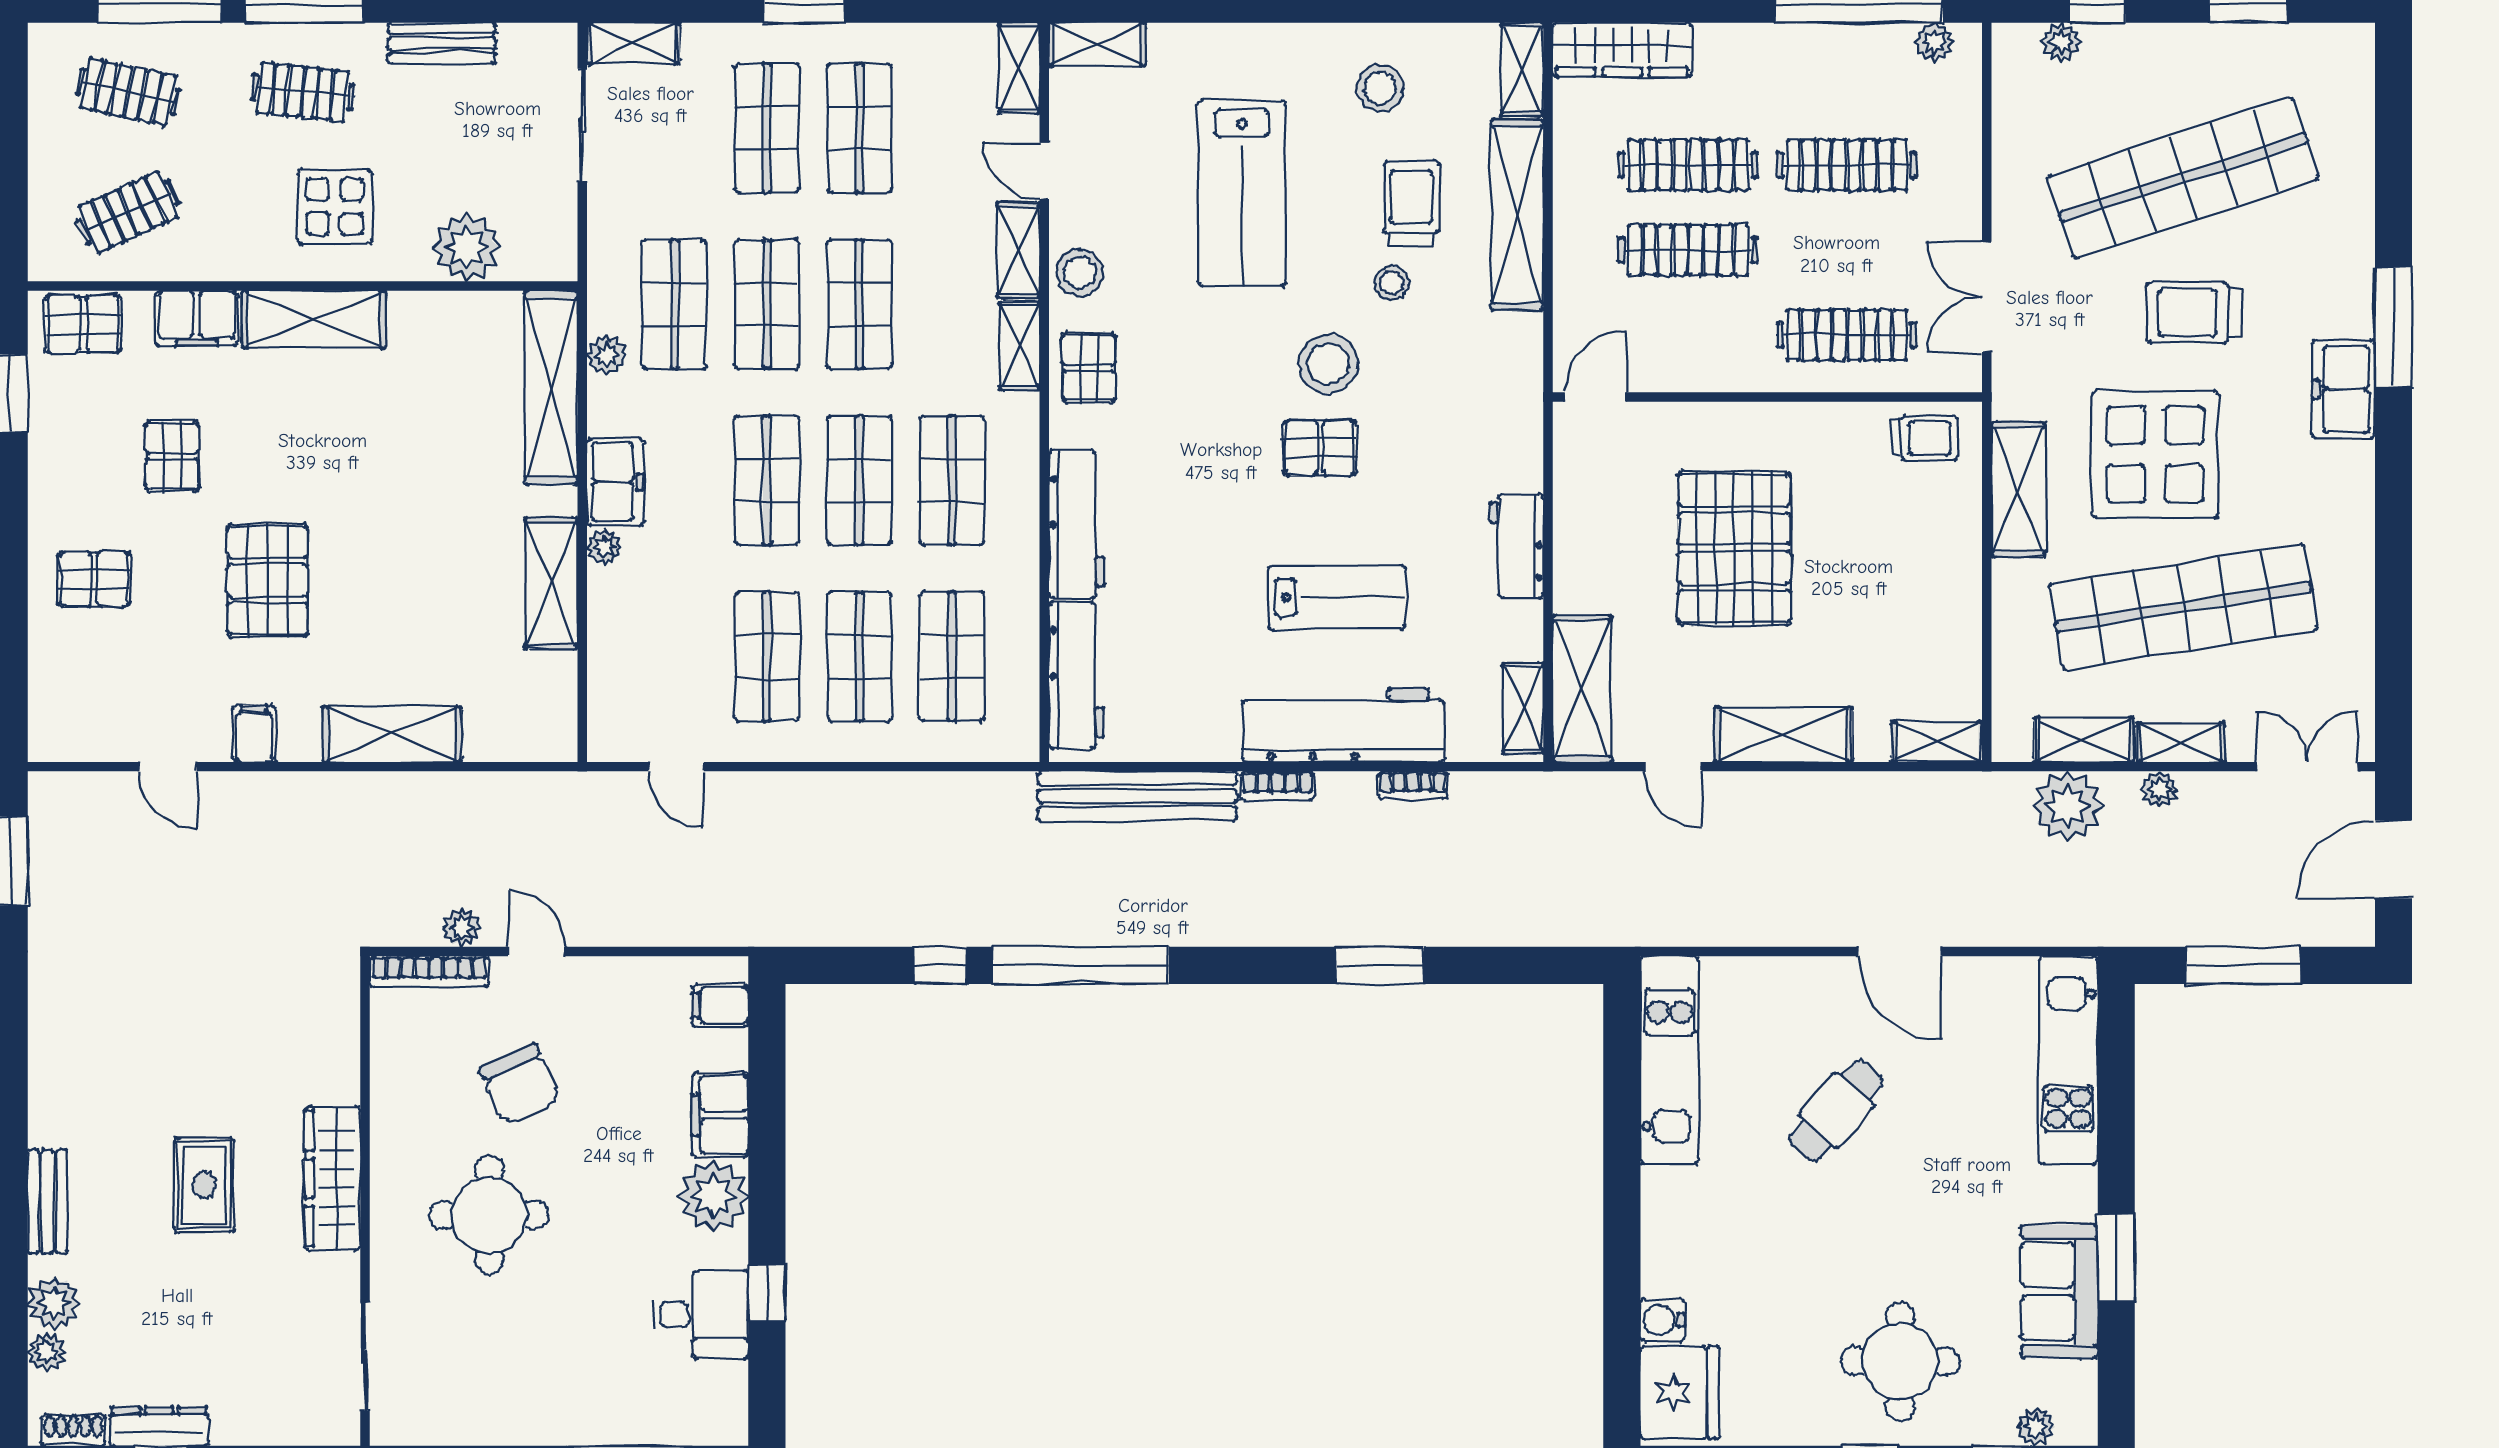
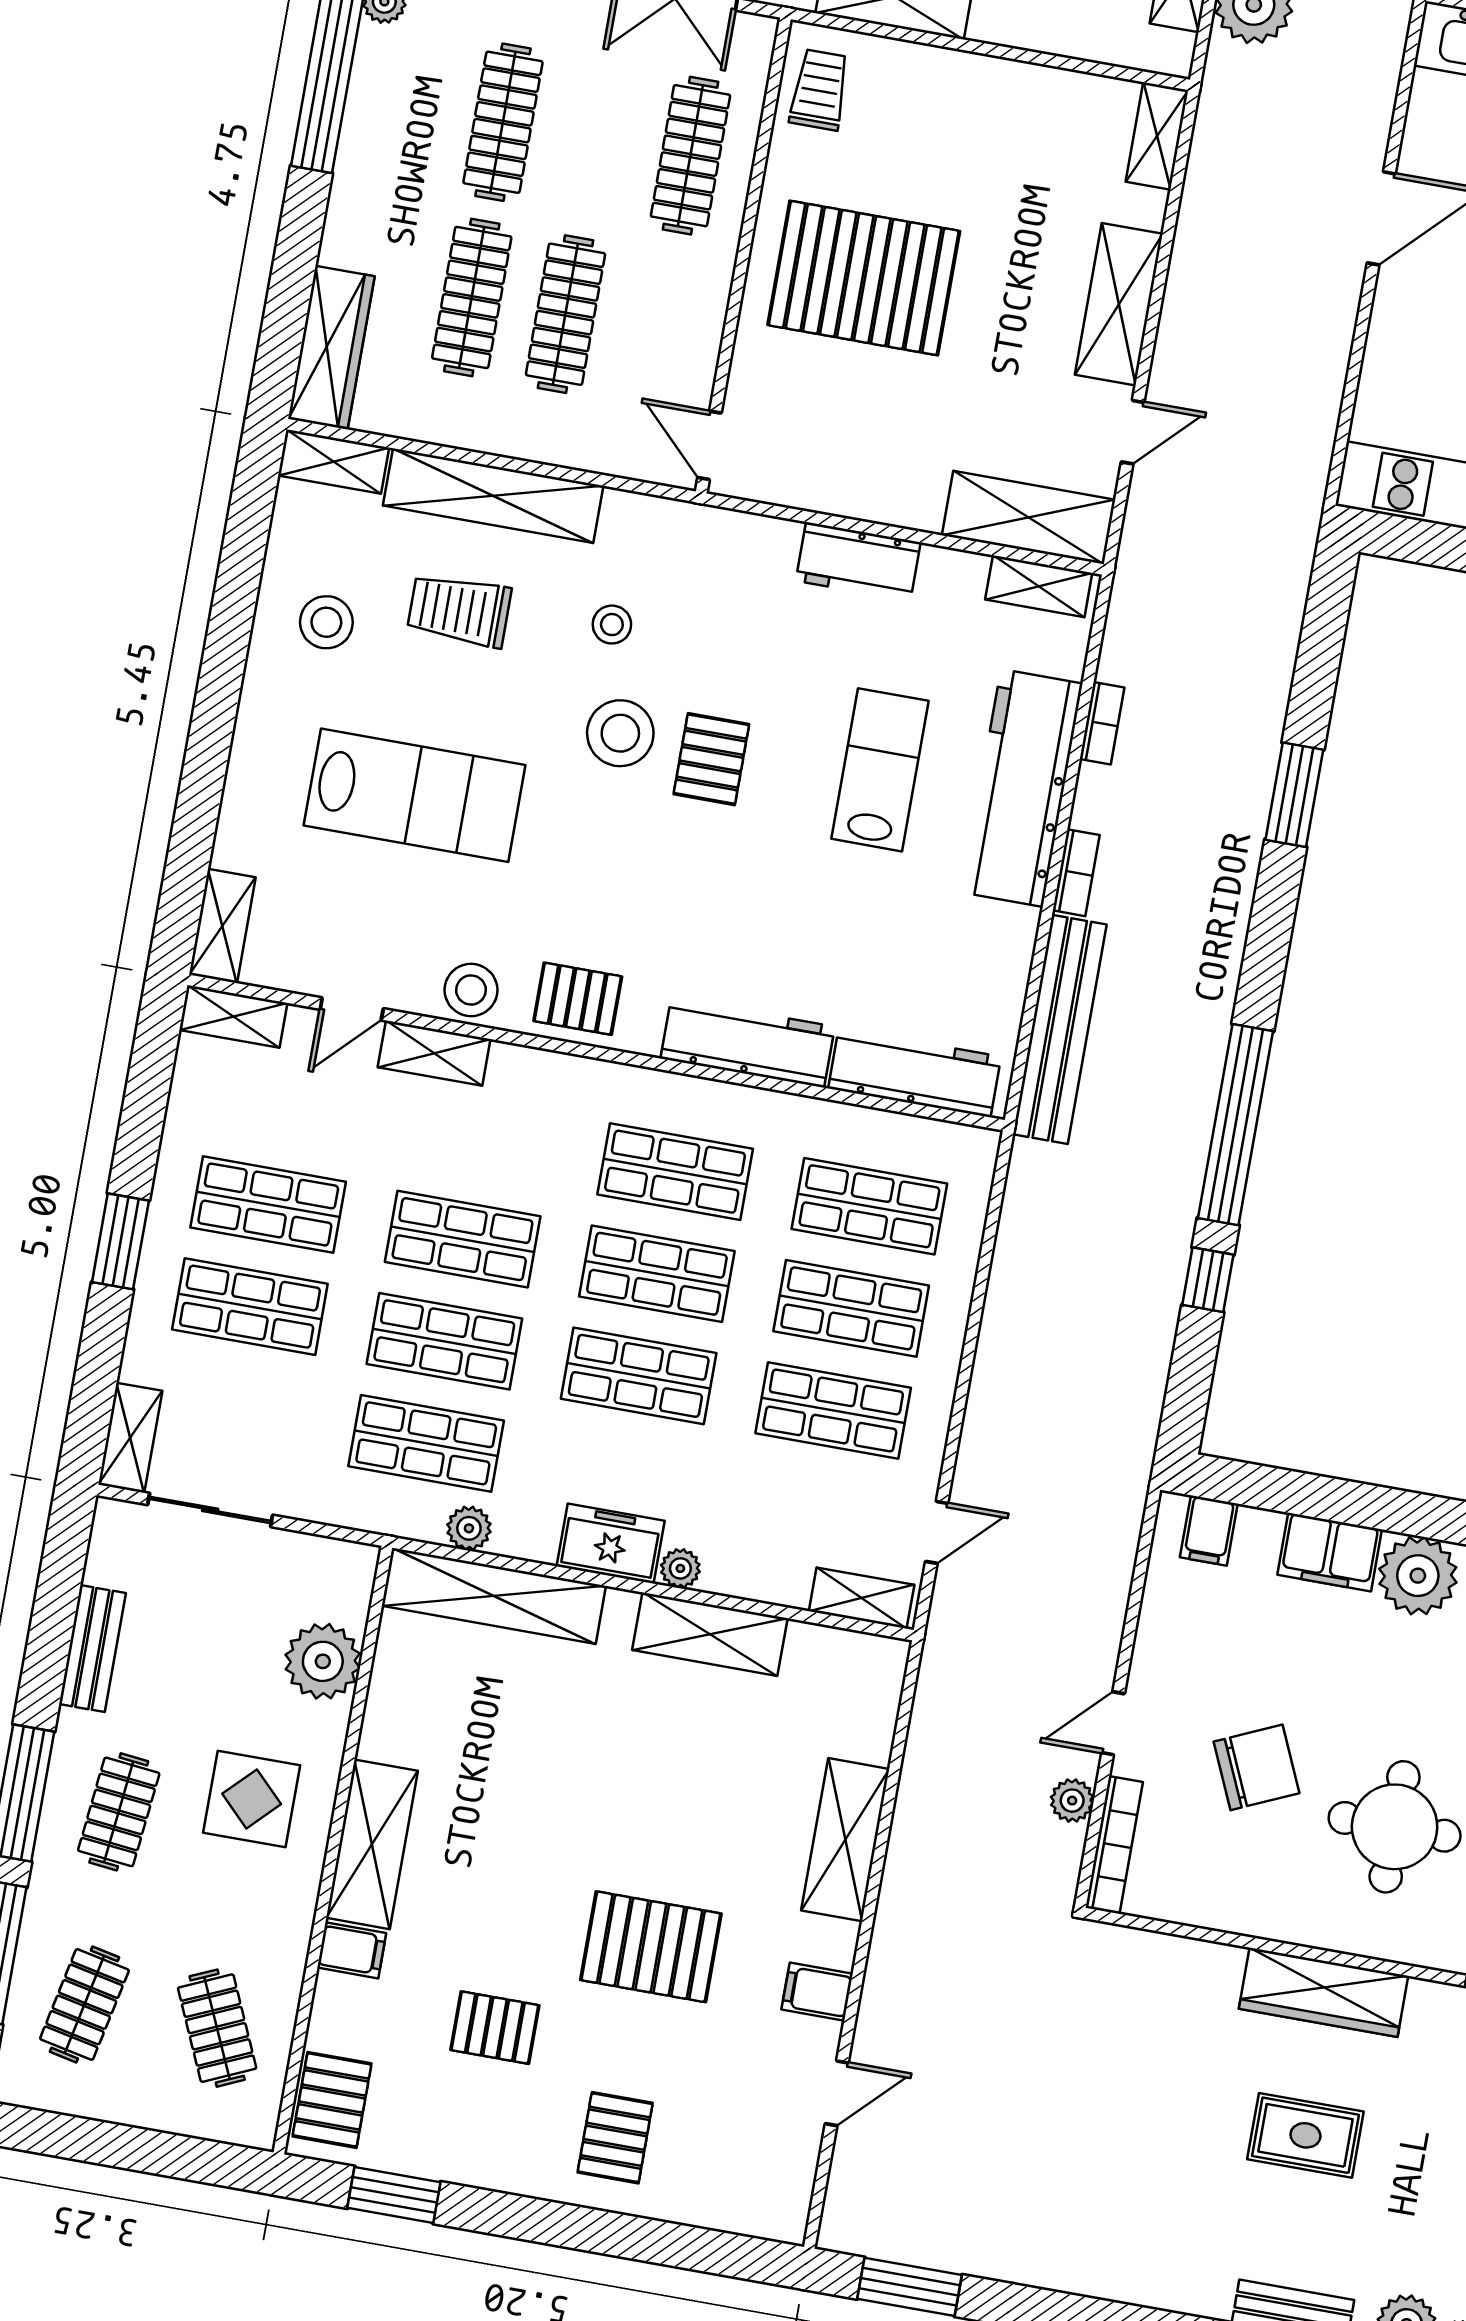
stool: (1392, 283) -> (612, 625), moved
filing cabinet: (197, 318) -> (352, 1950), width x0.50
shelving: (1020, 345) -> (862, 1598), moved
pallet: (1734, 548) -> (864, 278), moved

